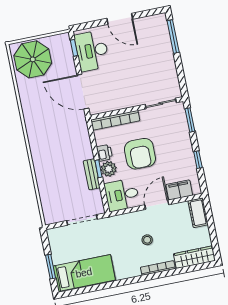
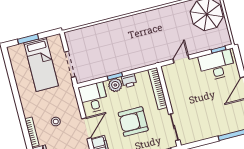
door: (83, 92) -> (181, 59), width x0.53
armchair: (140, 154) -> (133, 122), moved
bench: (92, 174) -> (110, 71), removed
door: (157, 205) -> (86, 128), hinge flipped
bed: (84, 273) -> (41, 64), moved

